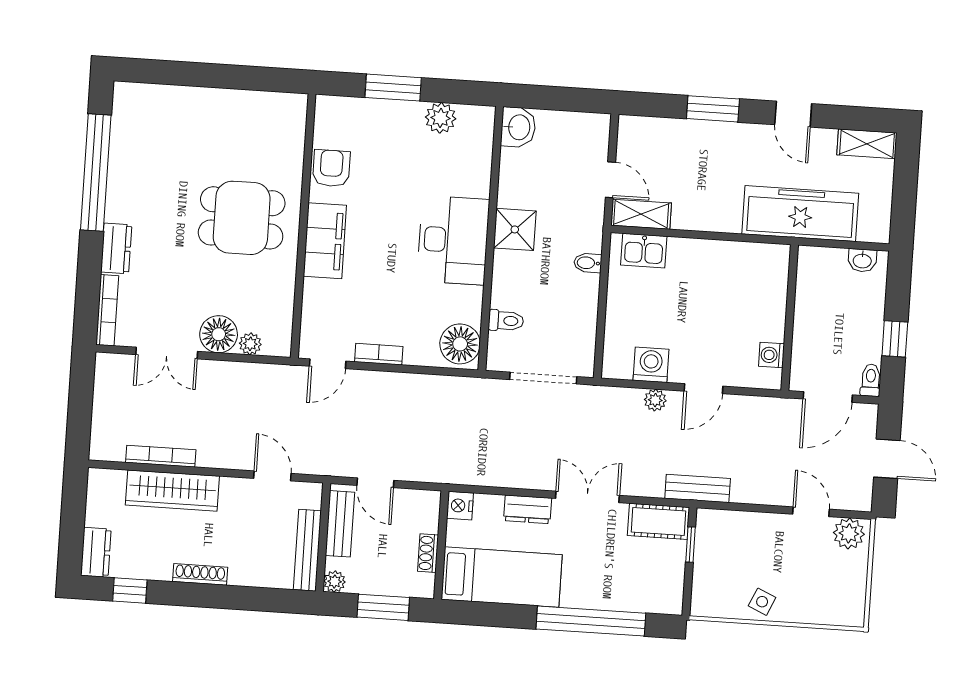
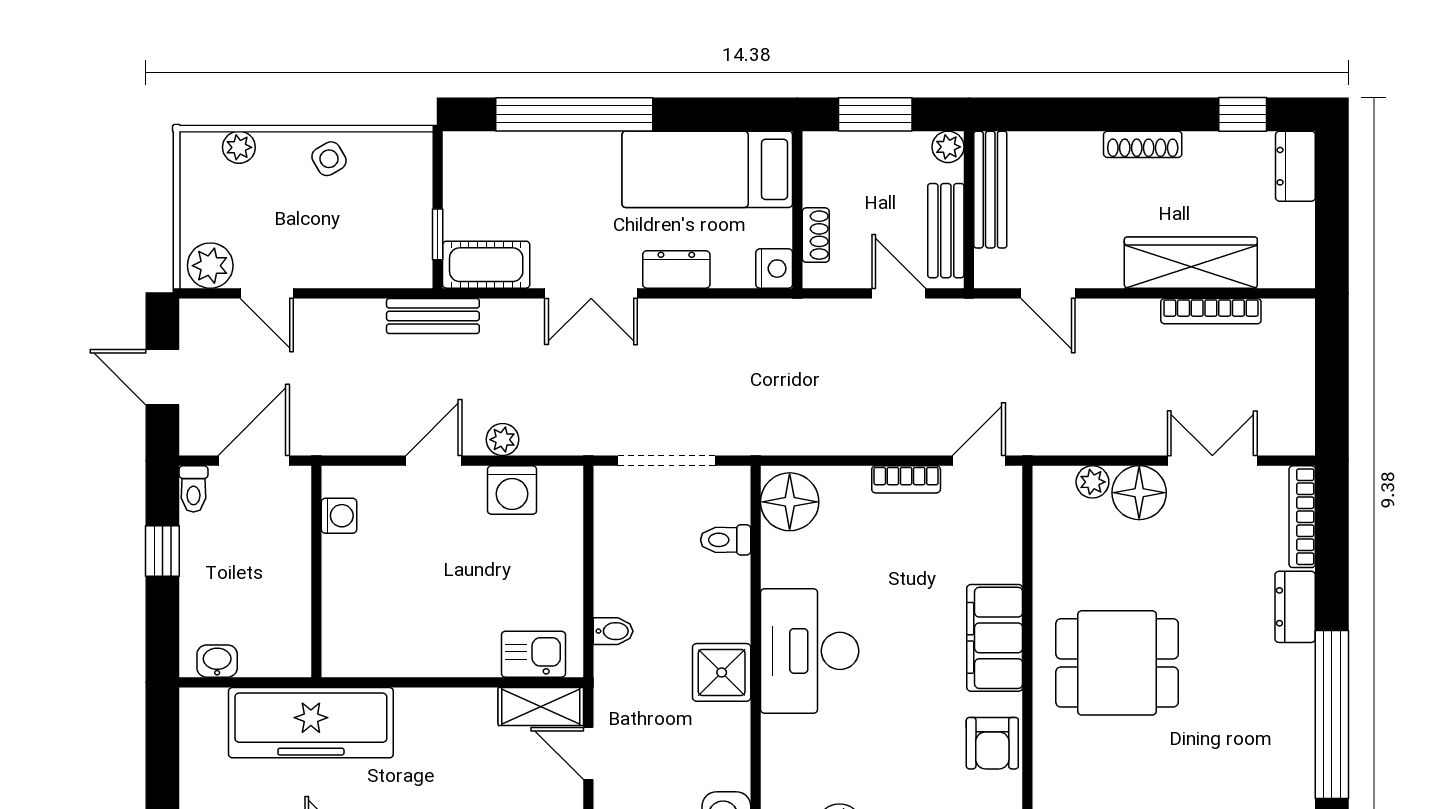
shoe rack: (428, 553) -> (816, 235), moved
side table: (762, 602) -> (329, 159), turned 36
plant: (824, 614) -> (239, 147), added

